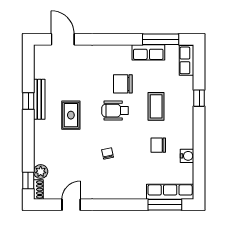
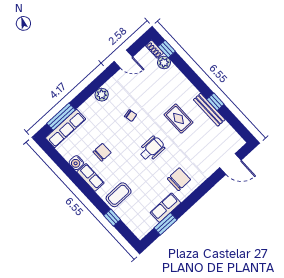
window: (161, 39) -> (165, 224), width x0.69
row of seats: (187, 60) -> (90, 177), moved
chair: (123, 84) -> (179, 179), moved
window: (199, 98) -> (112, 218), moved
coffee table: (156, 106) -> (119, 195), moved, turned 90
plant: (115, 192) -> (102, 95), added
door: (71, 205) -> (123, 59), hinge flipped

